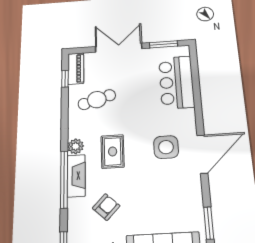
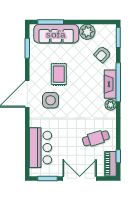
double door: (119, 48) -> (80, 178), swing flipped
rug: (113, 152) -> (59, 74), moved
armchair: (106, 207) -> (102, 54), moved

